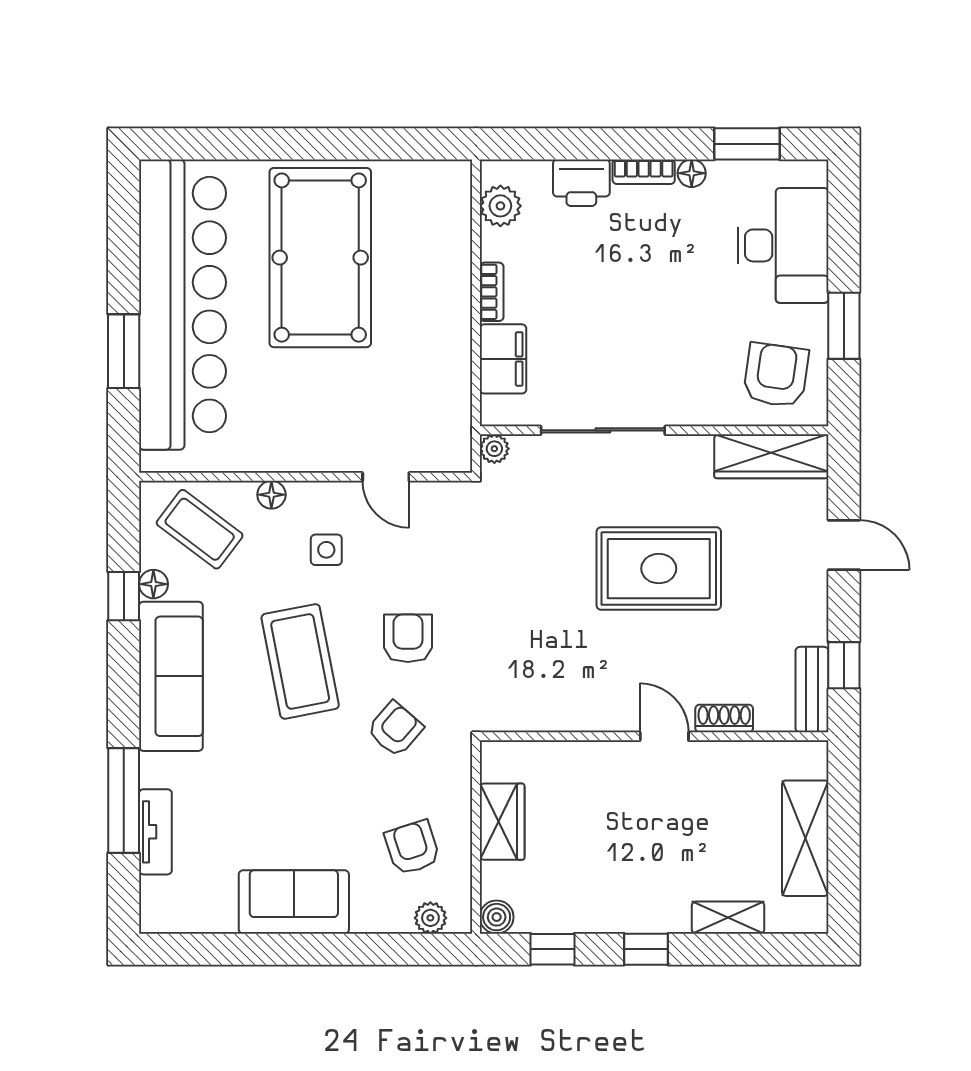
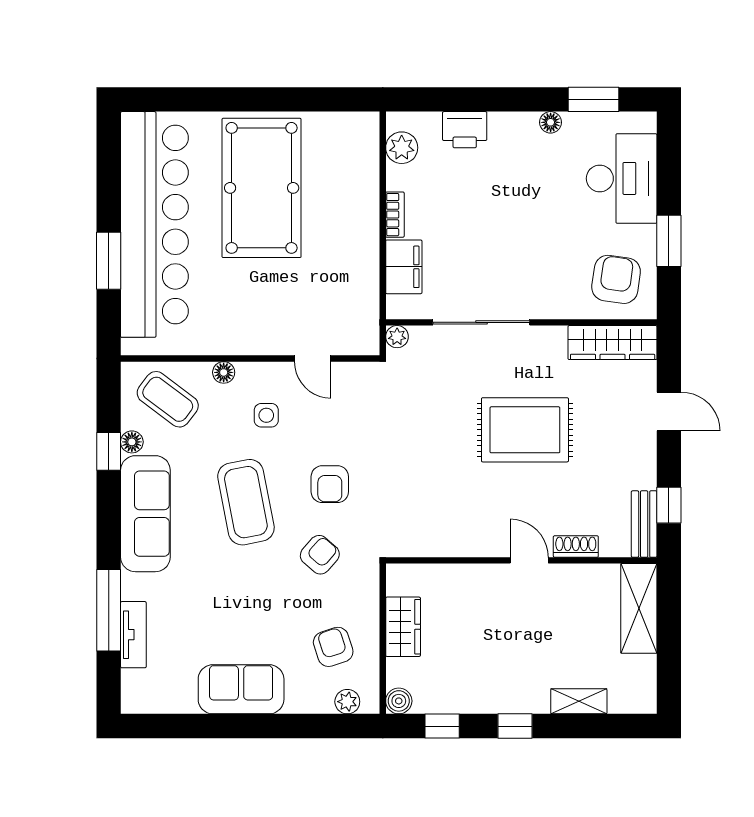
bookcase: (644, 172) -> (513, 121), removed
armchair: (408, 638) -> (330, 484), turned 180
shelving: (805, 838) -> (639, 608), moved

